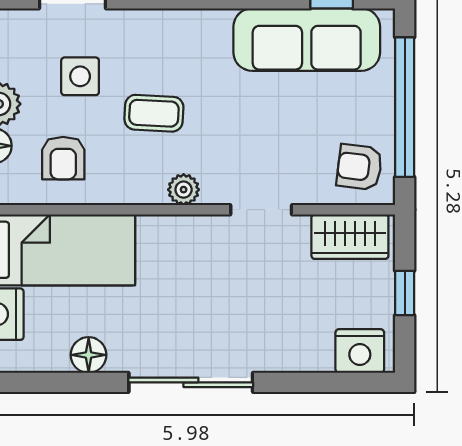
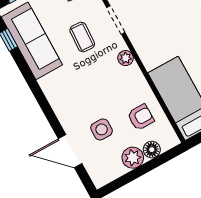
coffee table: (154, 113) -> (82, 37), moved

